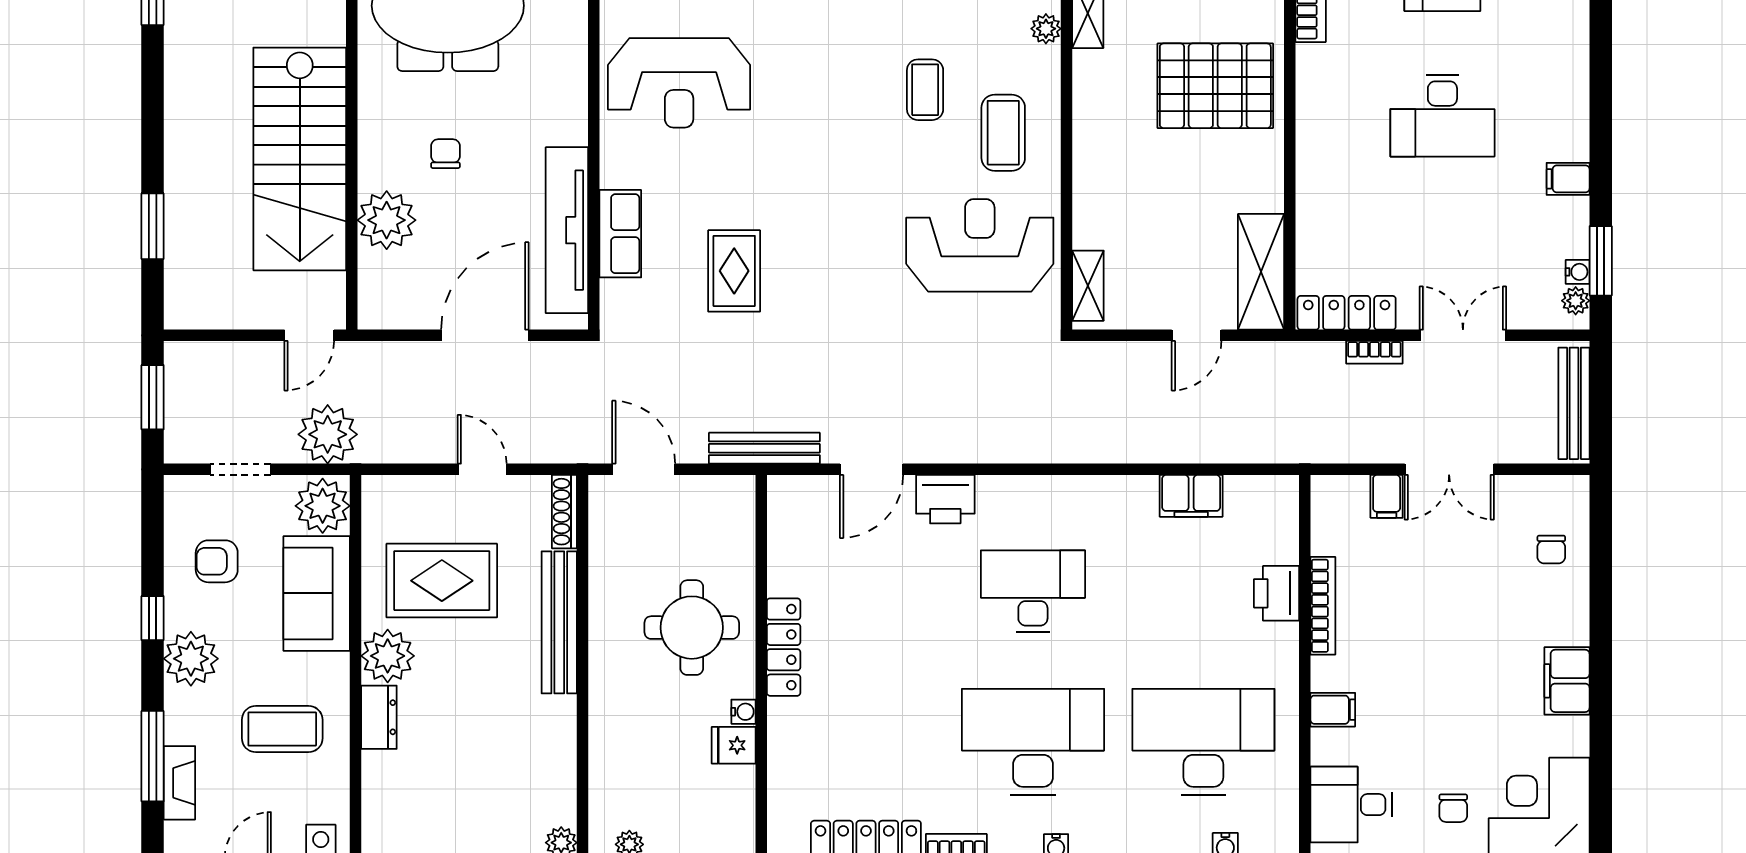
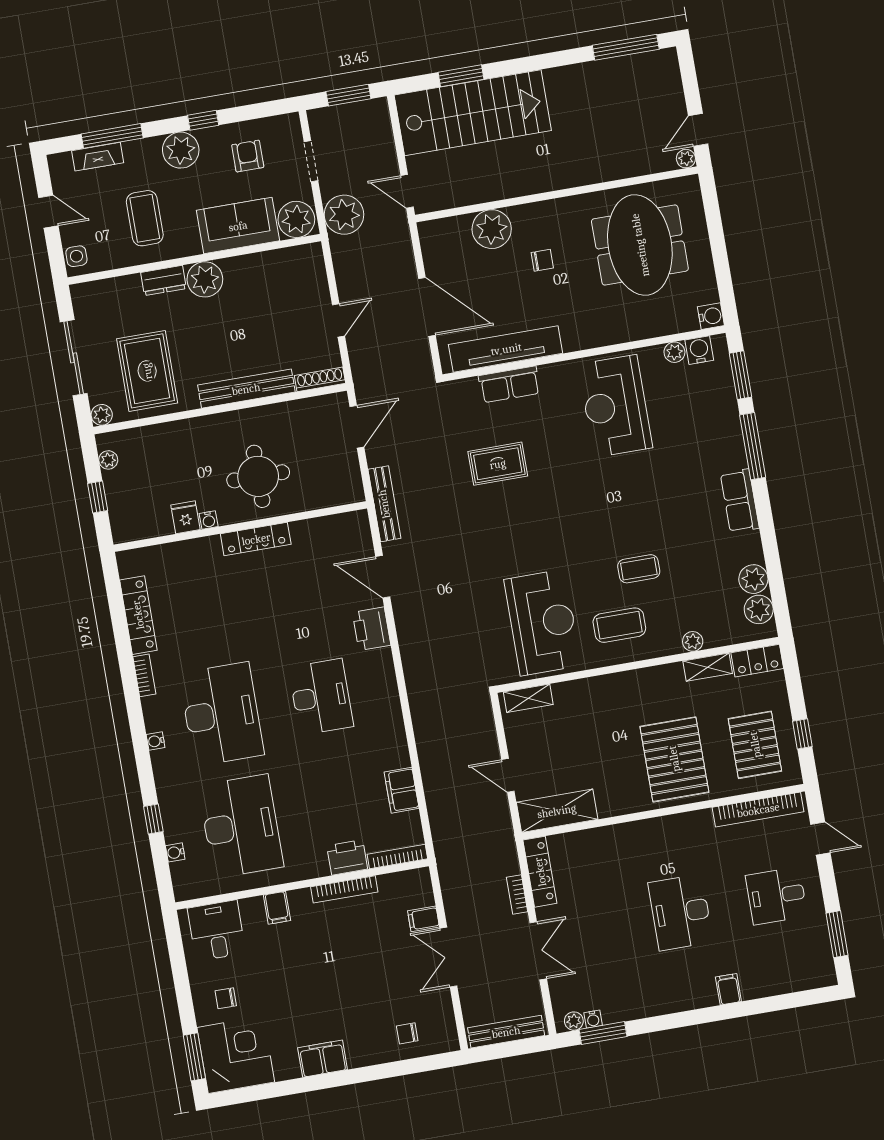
stairs: (300, 159) -> (473, 113), moved, turned 180
filing cabinet: (1568, 179) -> (728, 989), moved
bookcase: (1288, 519) -> (397, 856), added
rug: (442, 581) -> (147, 371), moved

